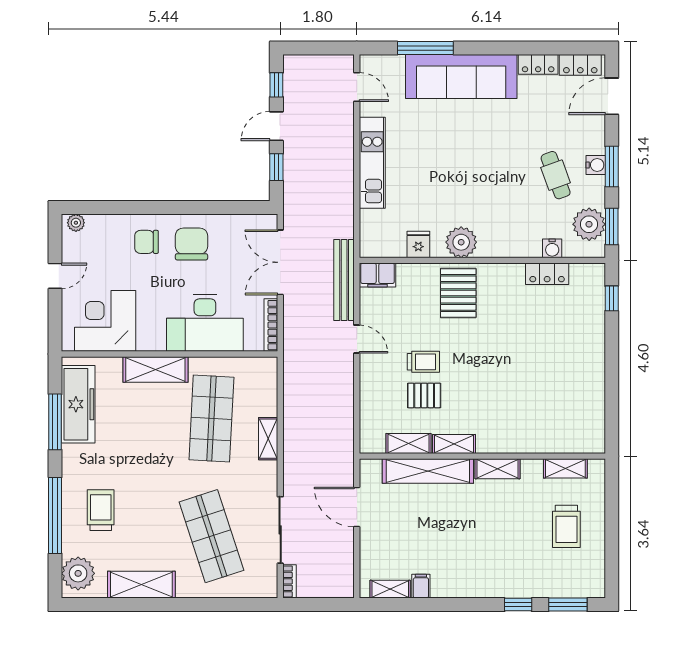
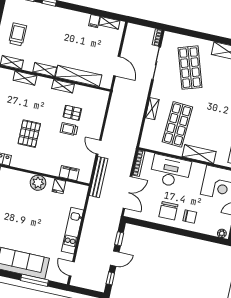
filing cabinet: (378, 275) -> (69, 173), moved
pallet: (458, 293) -> (29, 134), moved
shelving: (408, 443) -> (25, 78), moved

